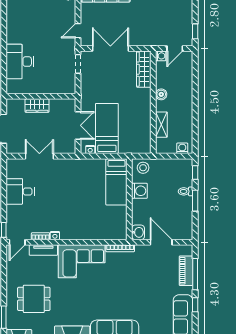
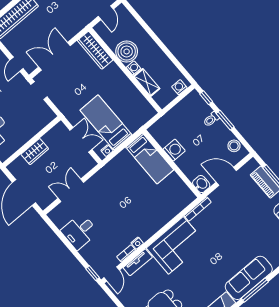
washing machine: (161, 56) -> (133, 68), moved
boiler: (161, 94) -> (127, 51), width x1.86, depth x1.86
stool: (143, 168) -> (234, 146), moved

